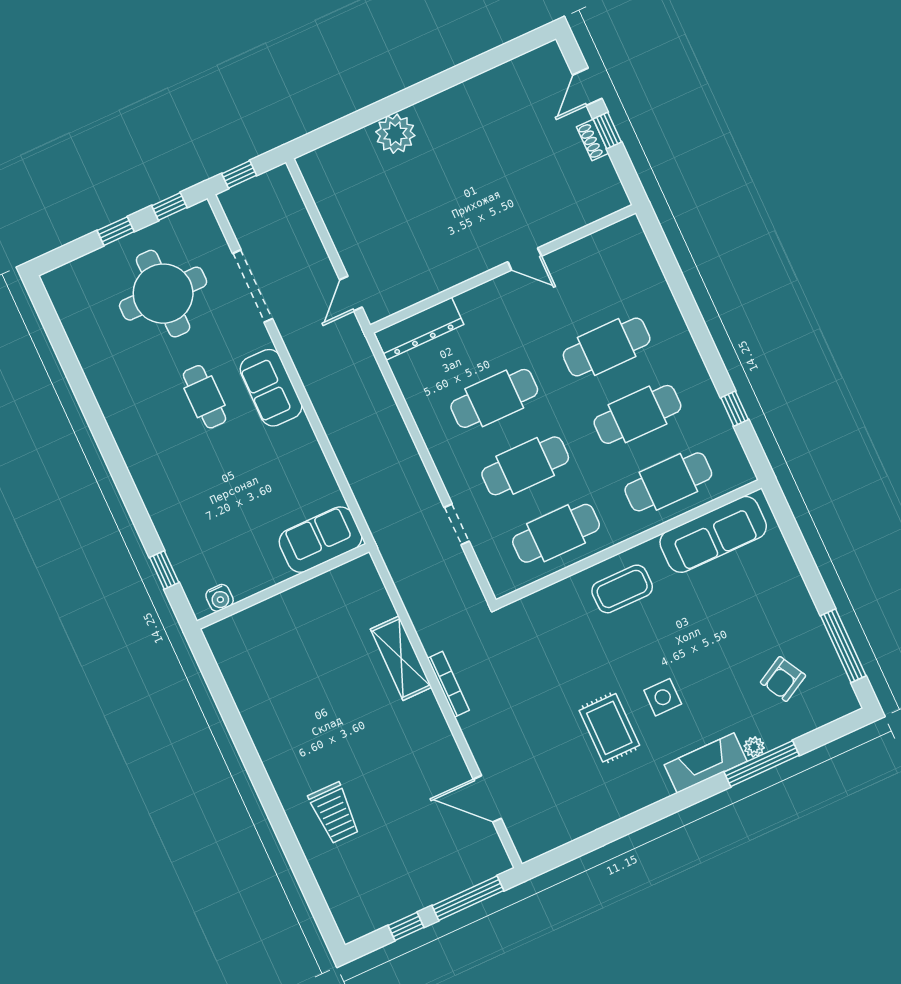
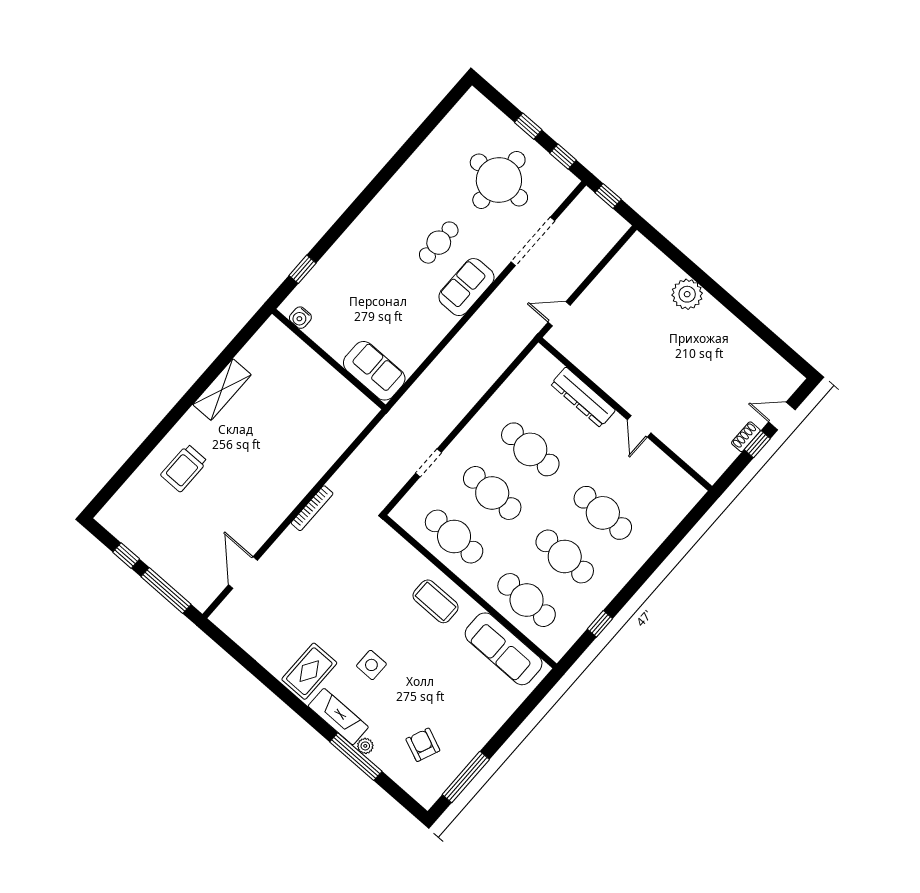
dresser: (419, 329) -> (583, 397), moved
shelving: (401, 658) -> (222, 390), moved
armchair: (783, 679) -> (423, 745), turned 52
rug: (609, 728) -> (309, 671), moved

